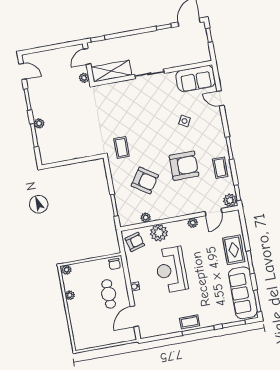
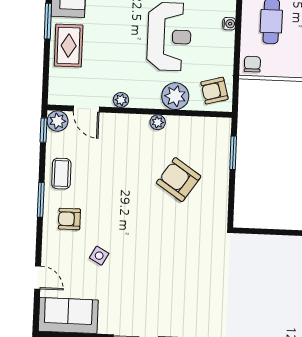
coffee table: (122, 148) -> (203, 237), removed
armchair: (184, 166) -> (69, 219), moved, width x0.53, depth x0.53
door: (213, 212) -> (86, 109), swing flipped
plant: (146, 218) -> (158, 122), moved

